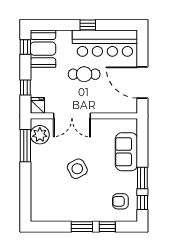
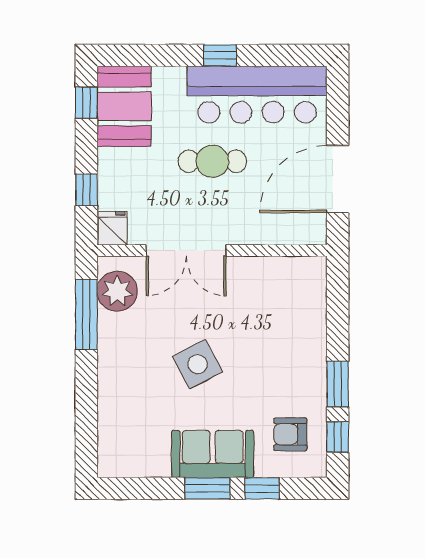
door: (142, 83) -> (338, 179), hinge flipped
sofa: (126, 152) -> (213, 454), moved, turned 90

